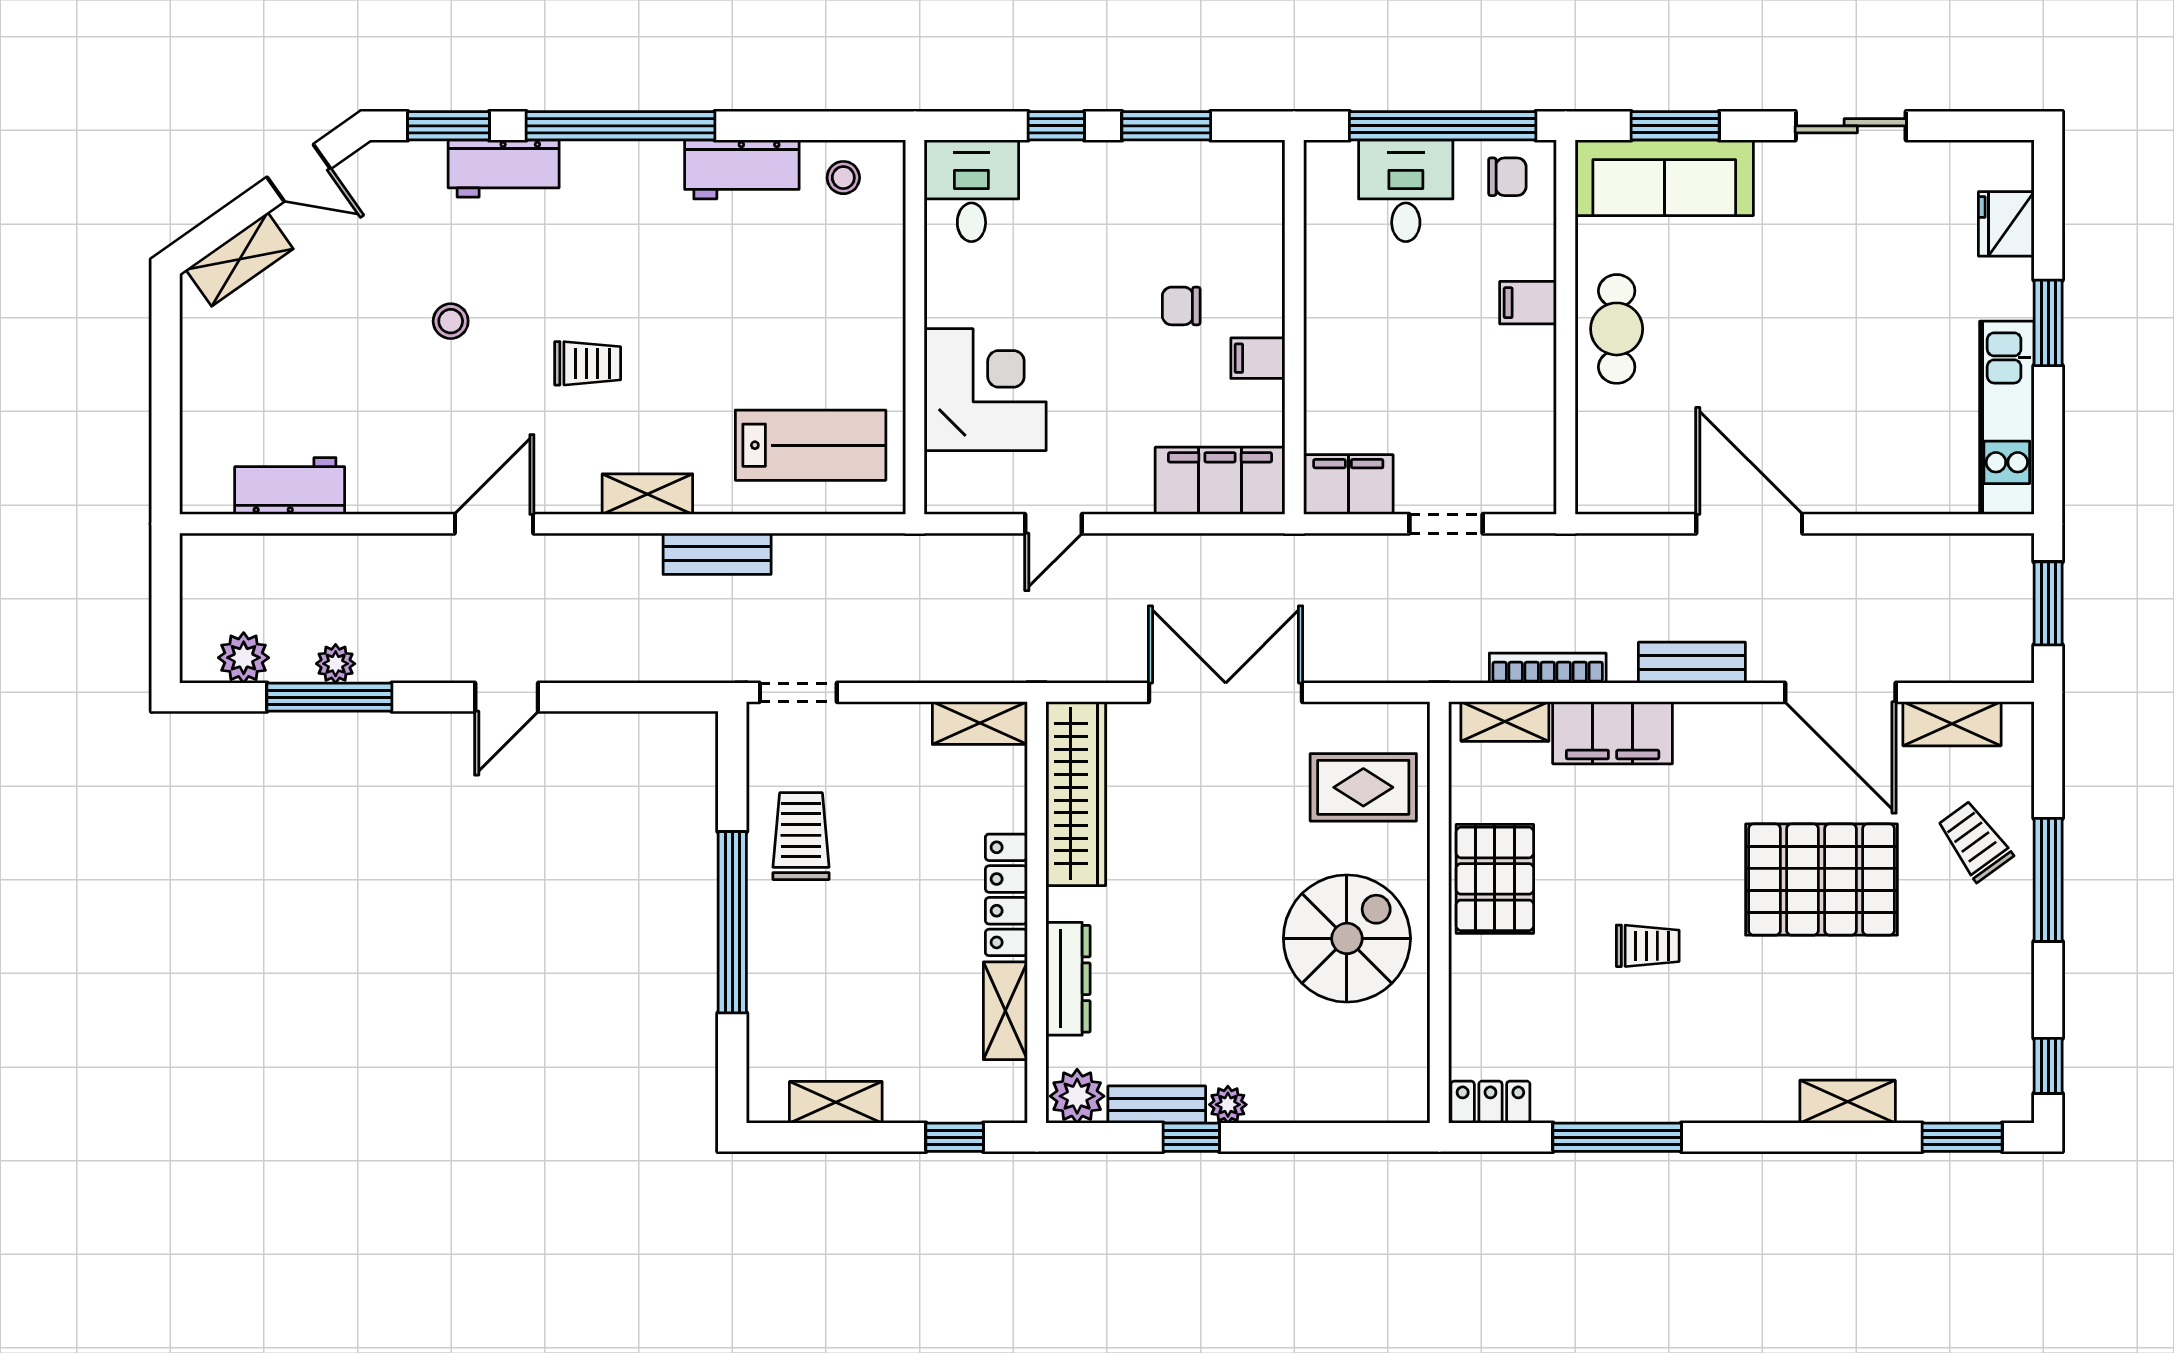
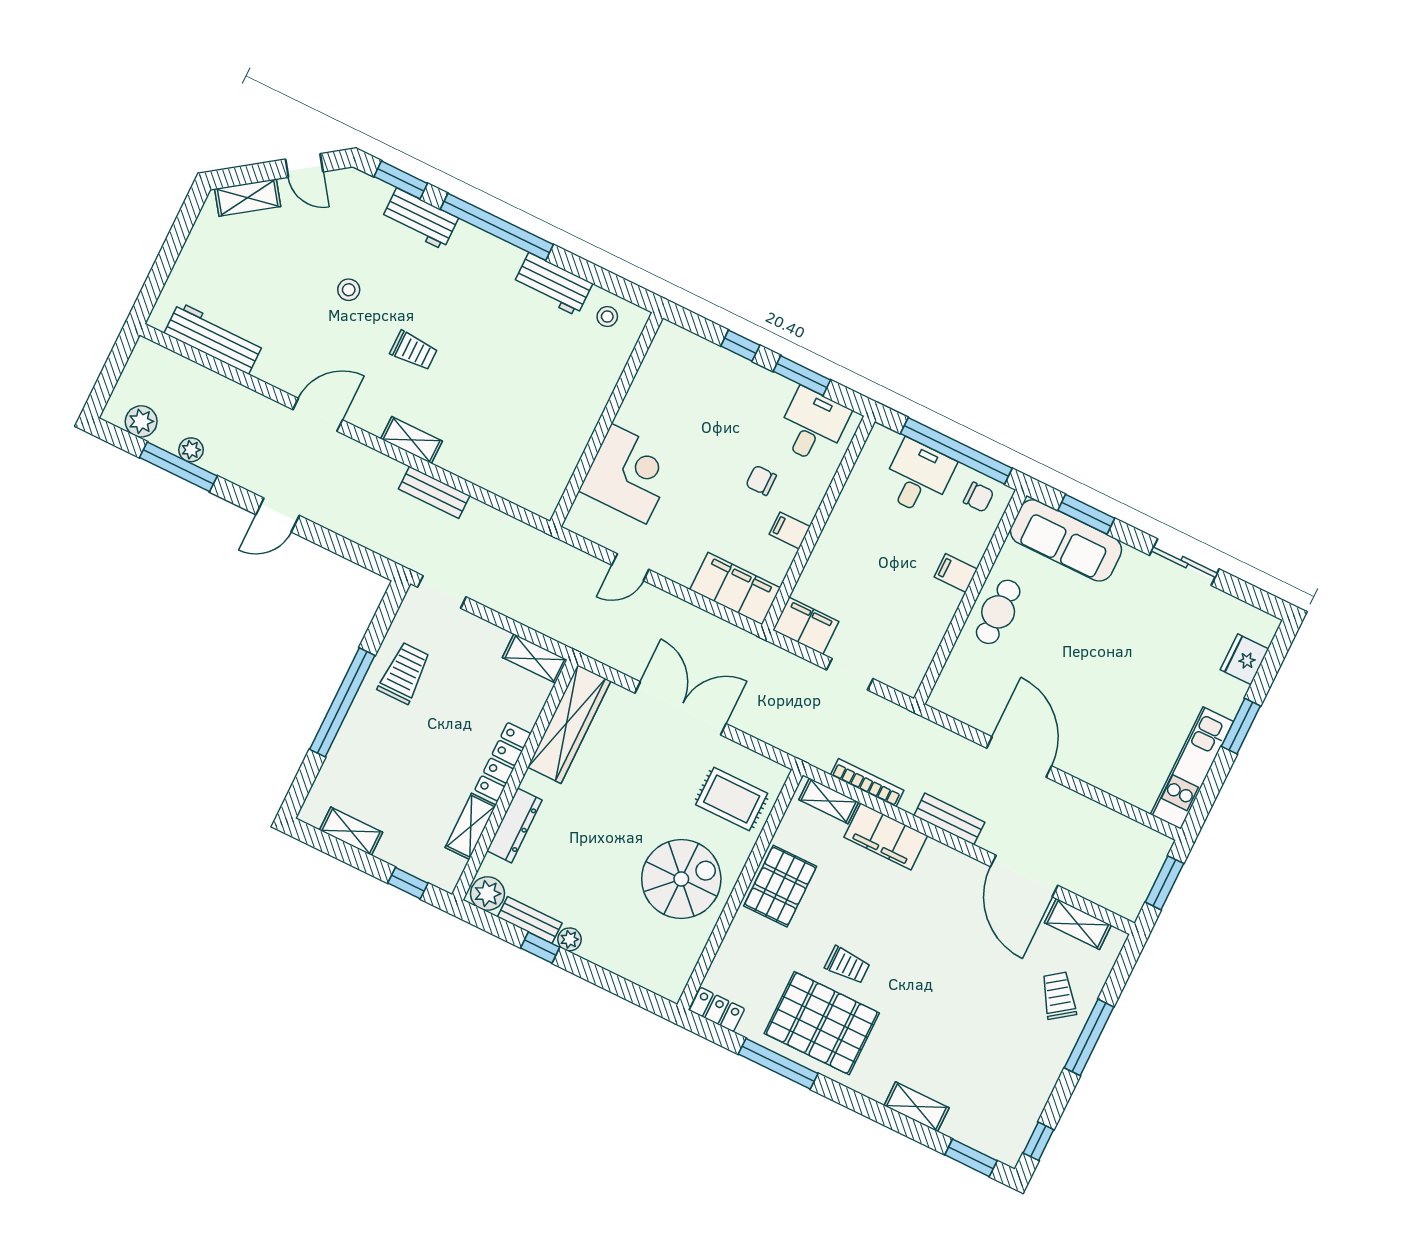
desk: (971, 191) -> (813, 426), moved
lab bench: (811, 445) -> (516, 457), removed
workbench: (290, 486) -> (214, 338), width x1.38
pallet: (1822, 880) -> (822, 1023), moved

